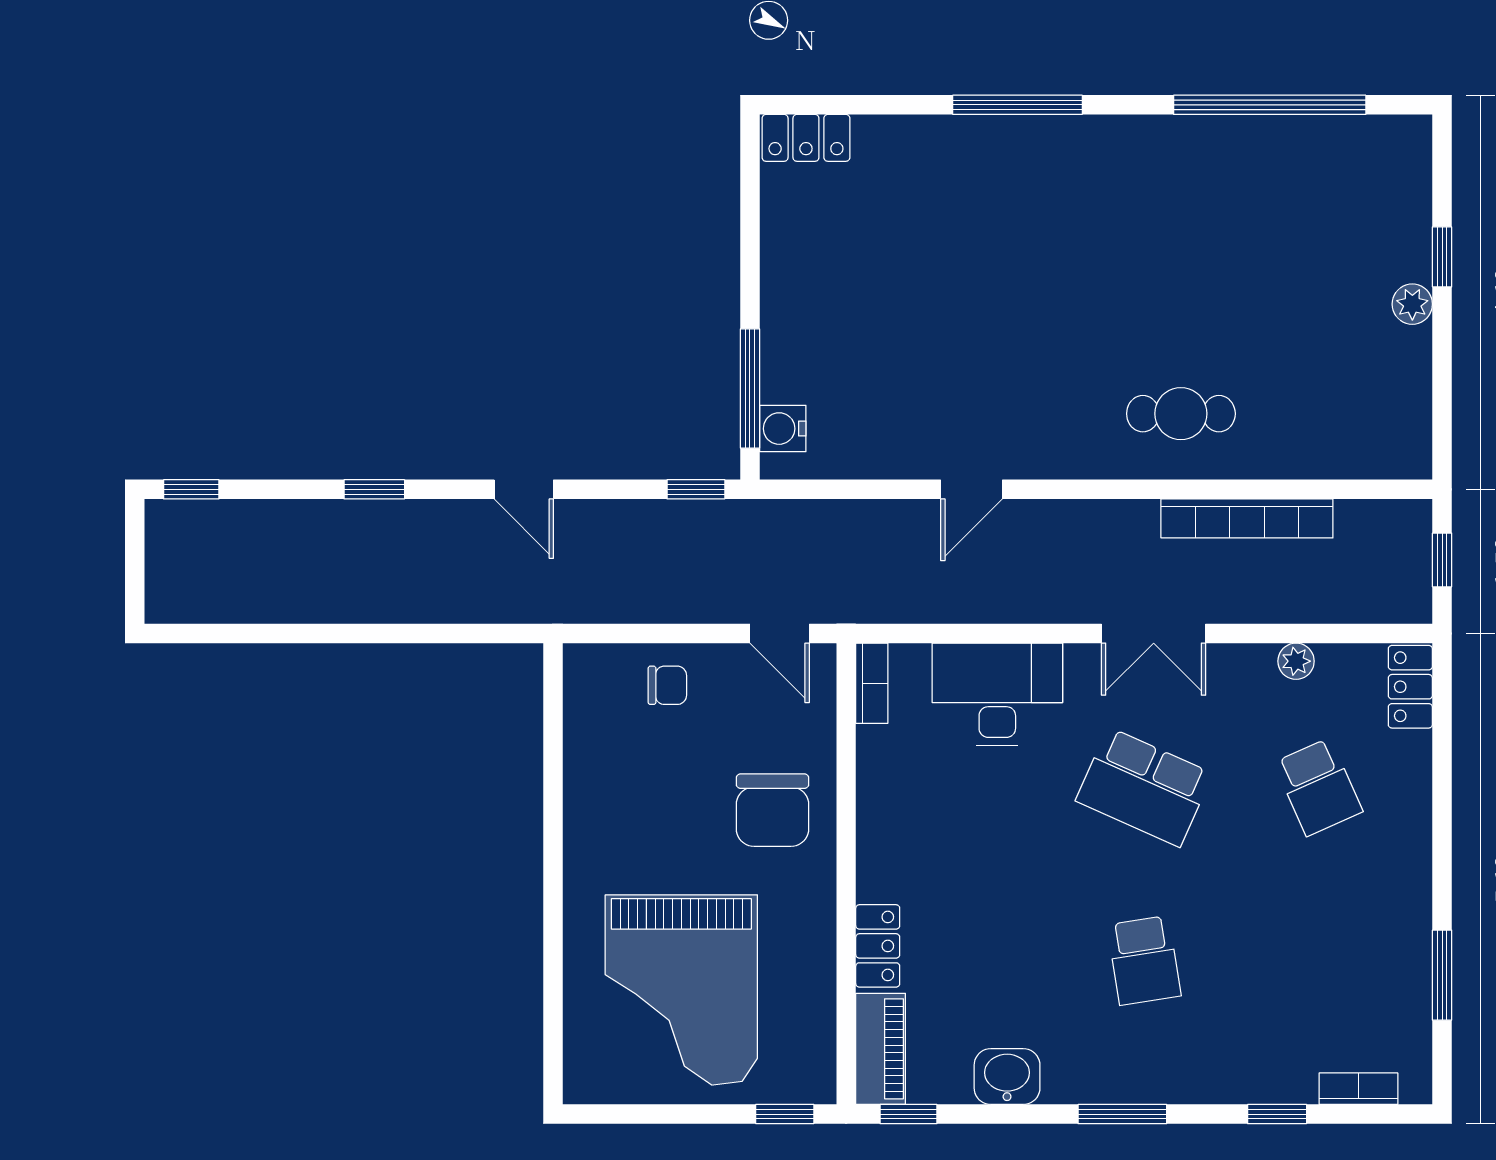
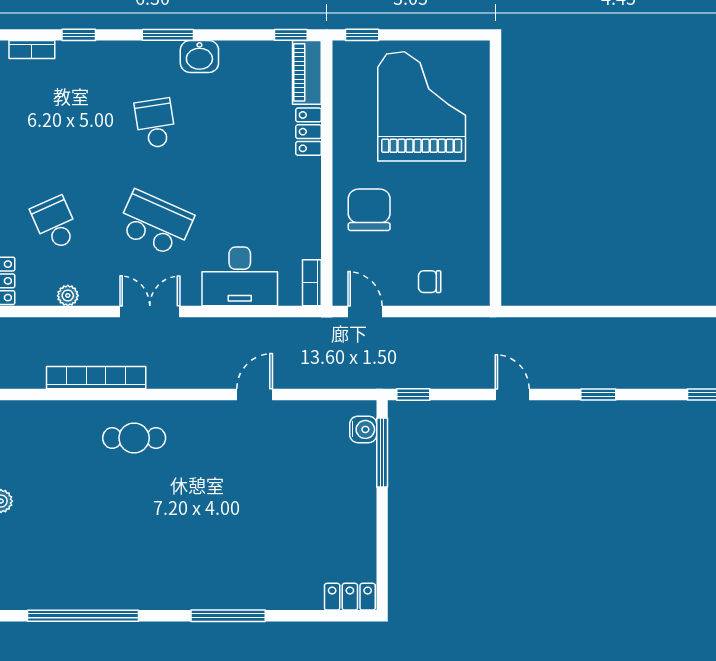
washbasin: (1007, 1077) -> (199, 56), moved

